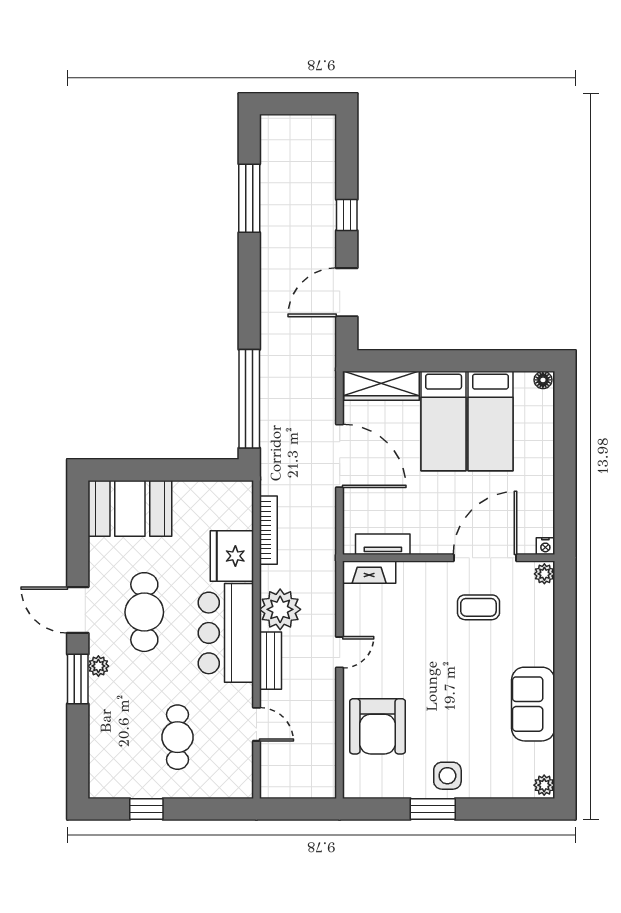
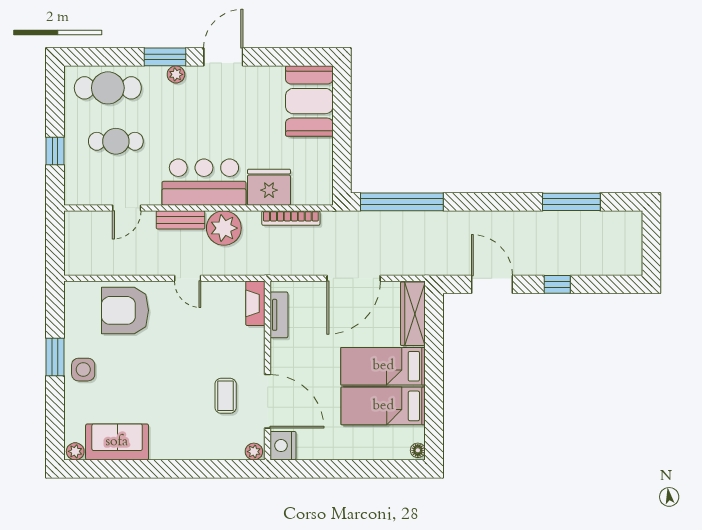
nightstand: (545, 546) -> (283, 446), width x1.89, depth x1.79
cafe table: (144, 612) -> (108, 88), moved
sofa: (533, 704) -> (117, 442), moved
window: (146, 809) -> (55, 151), moved

